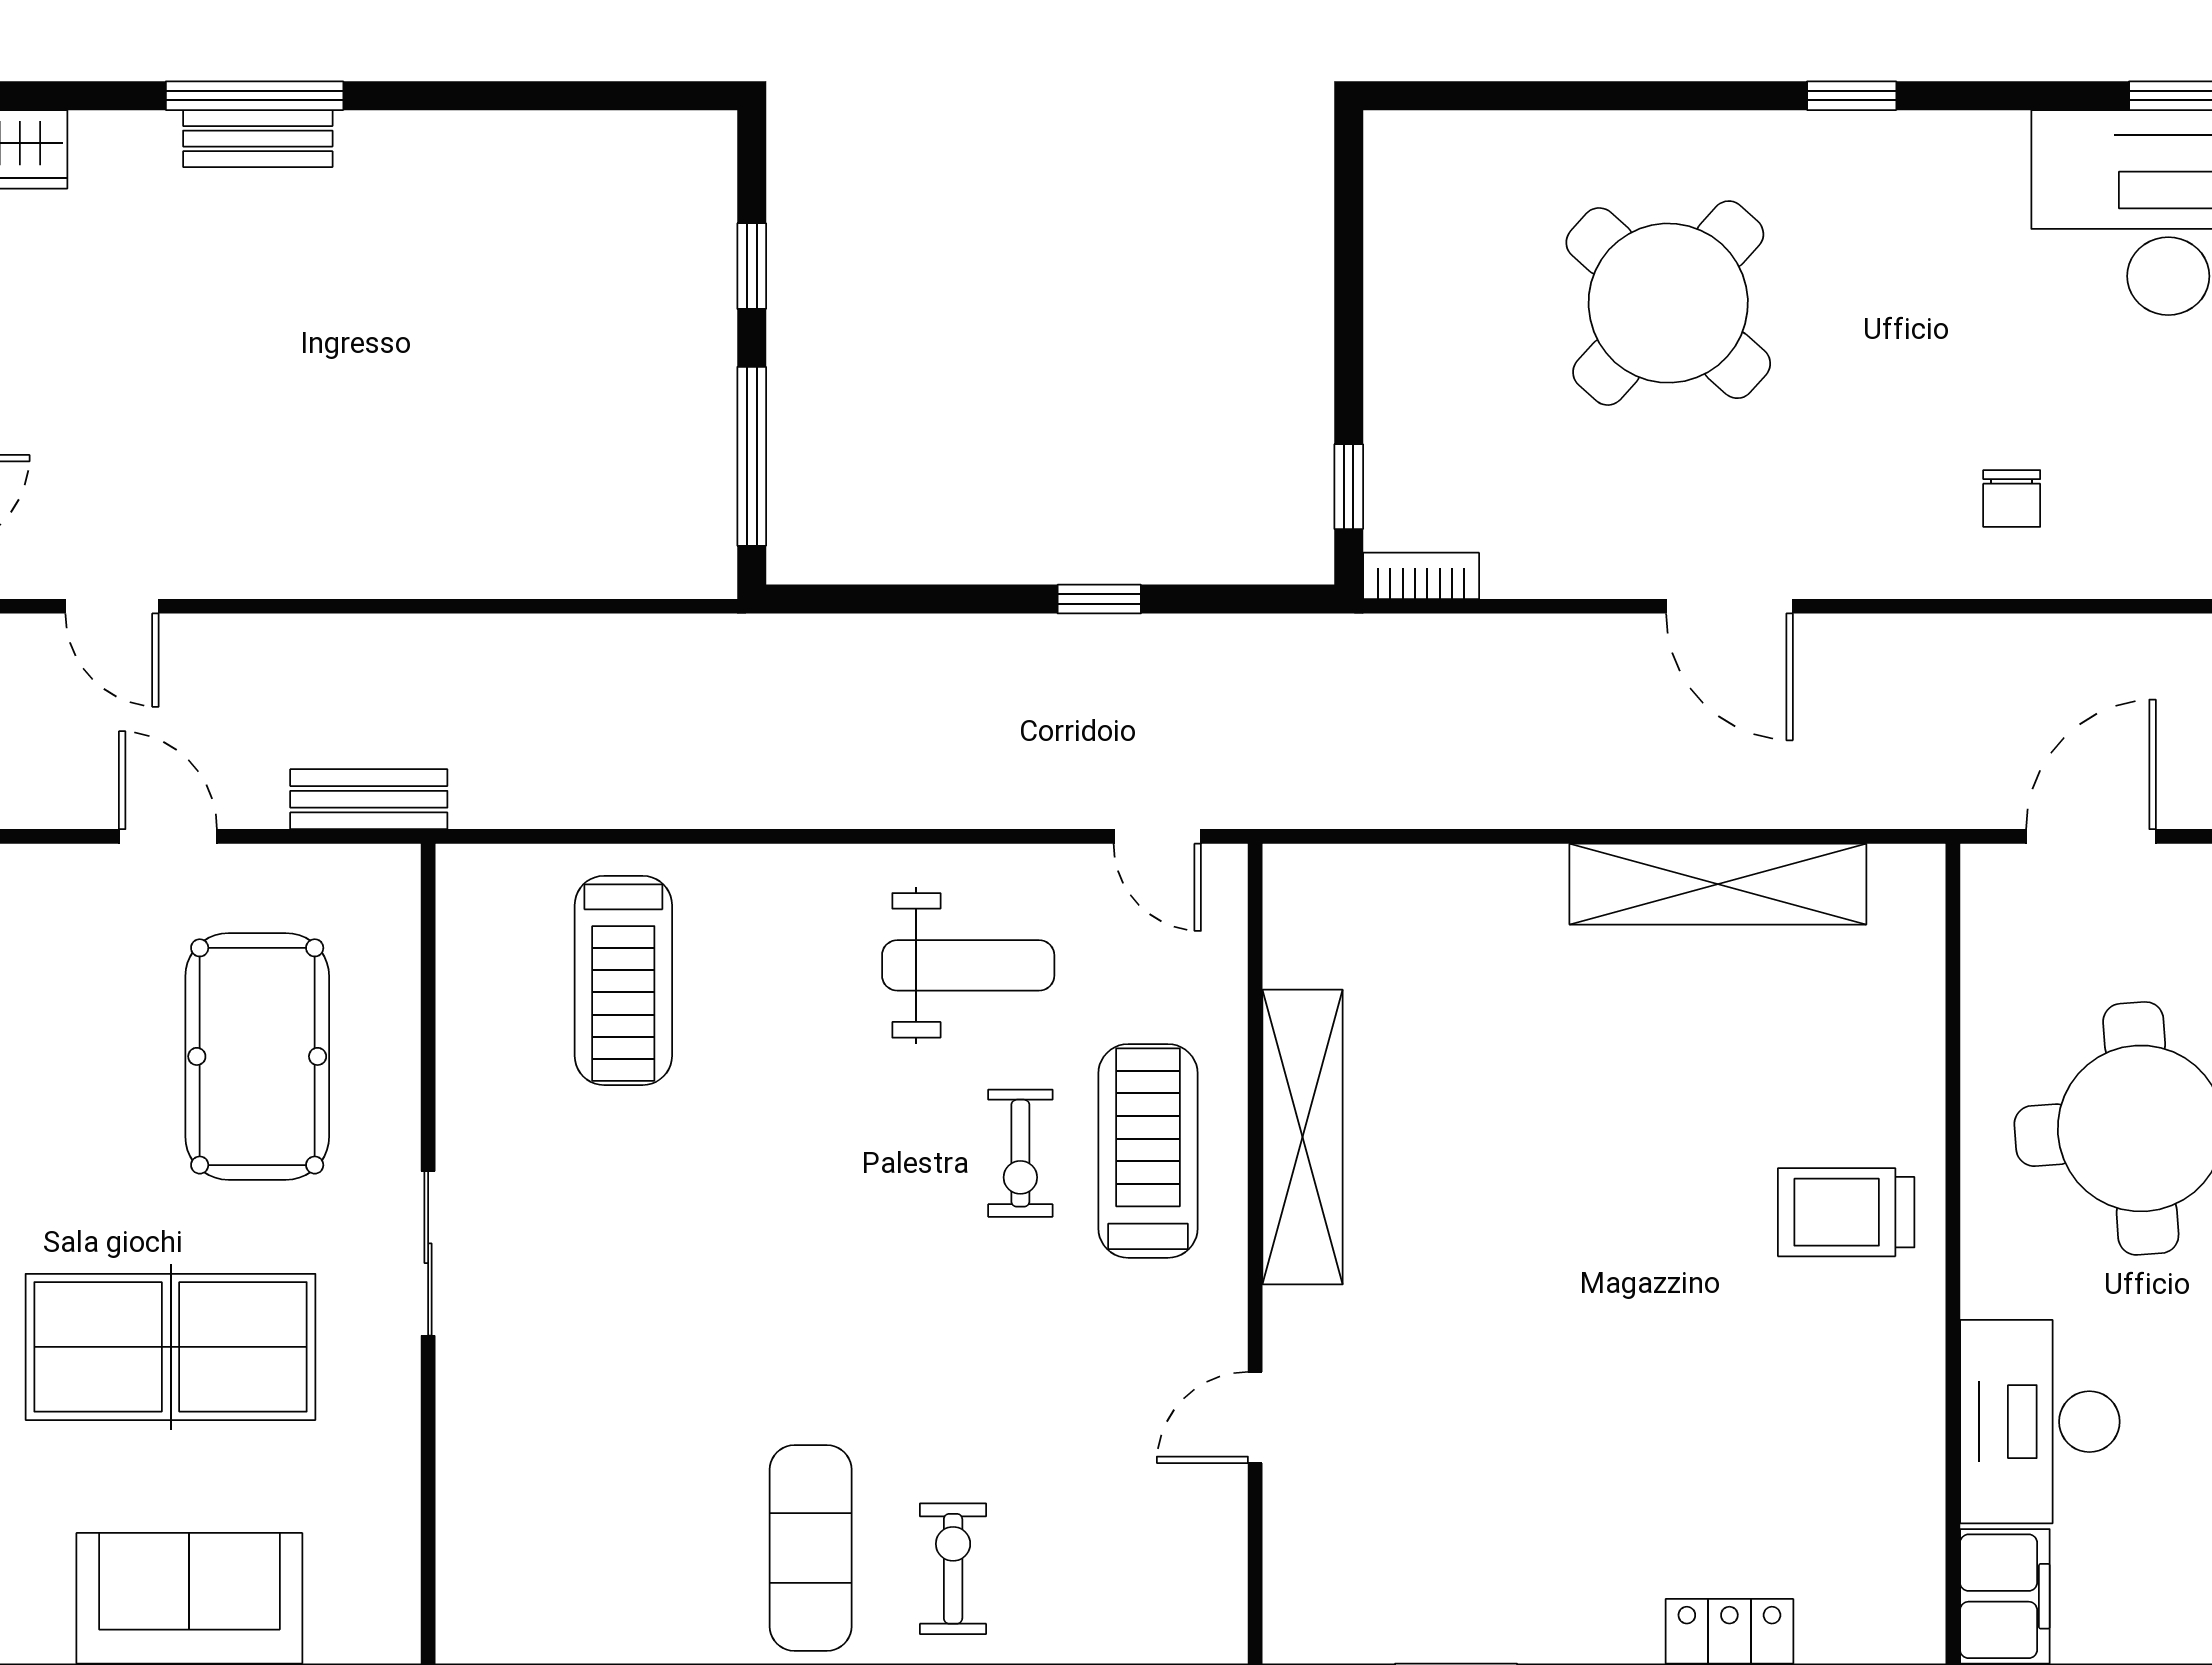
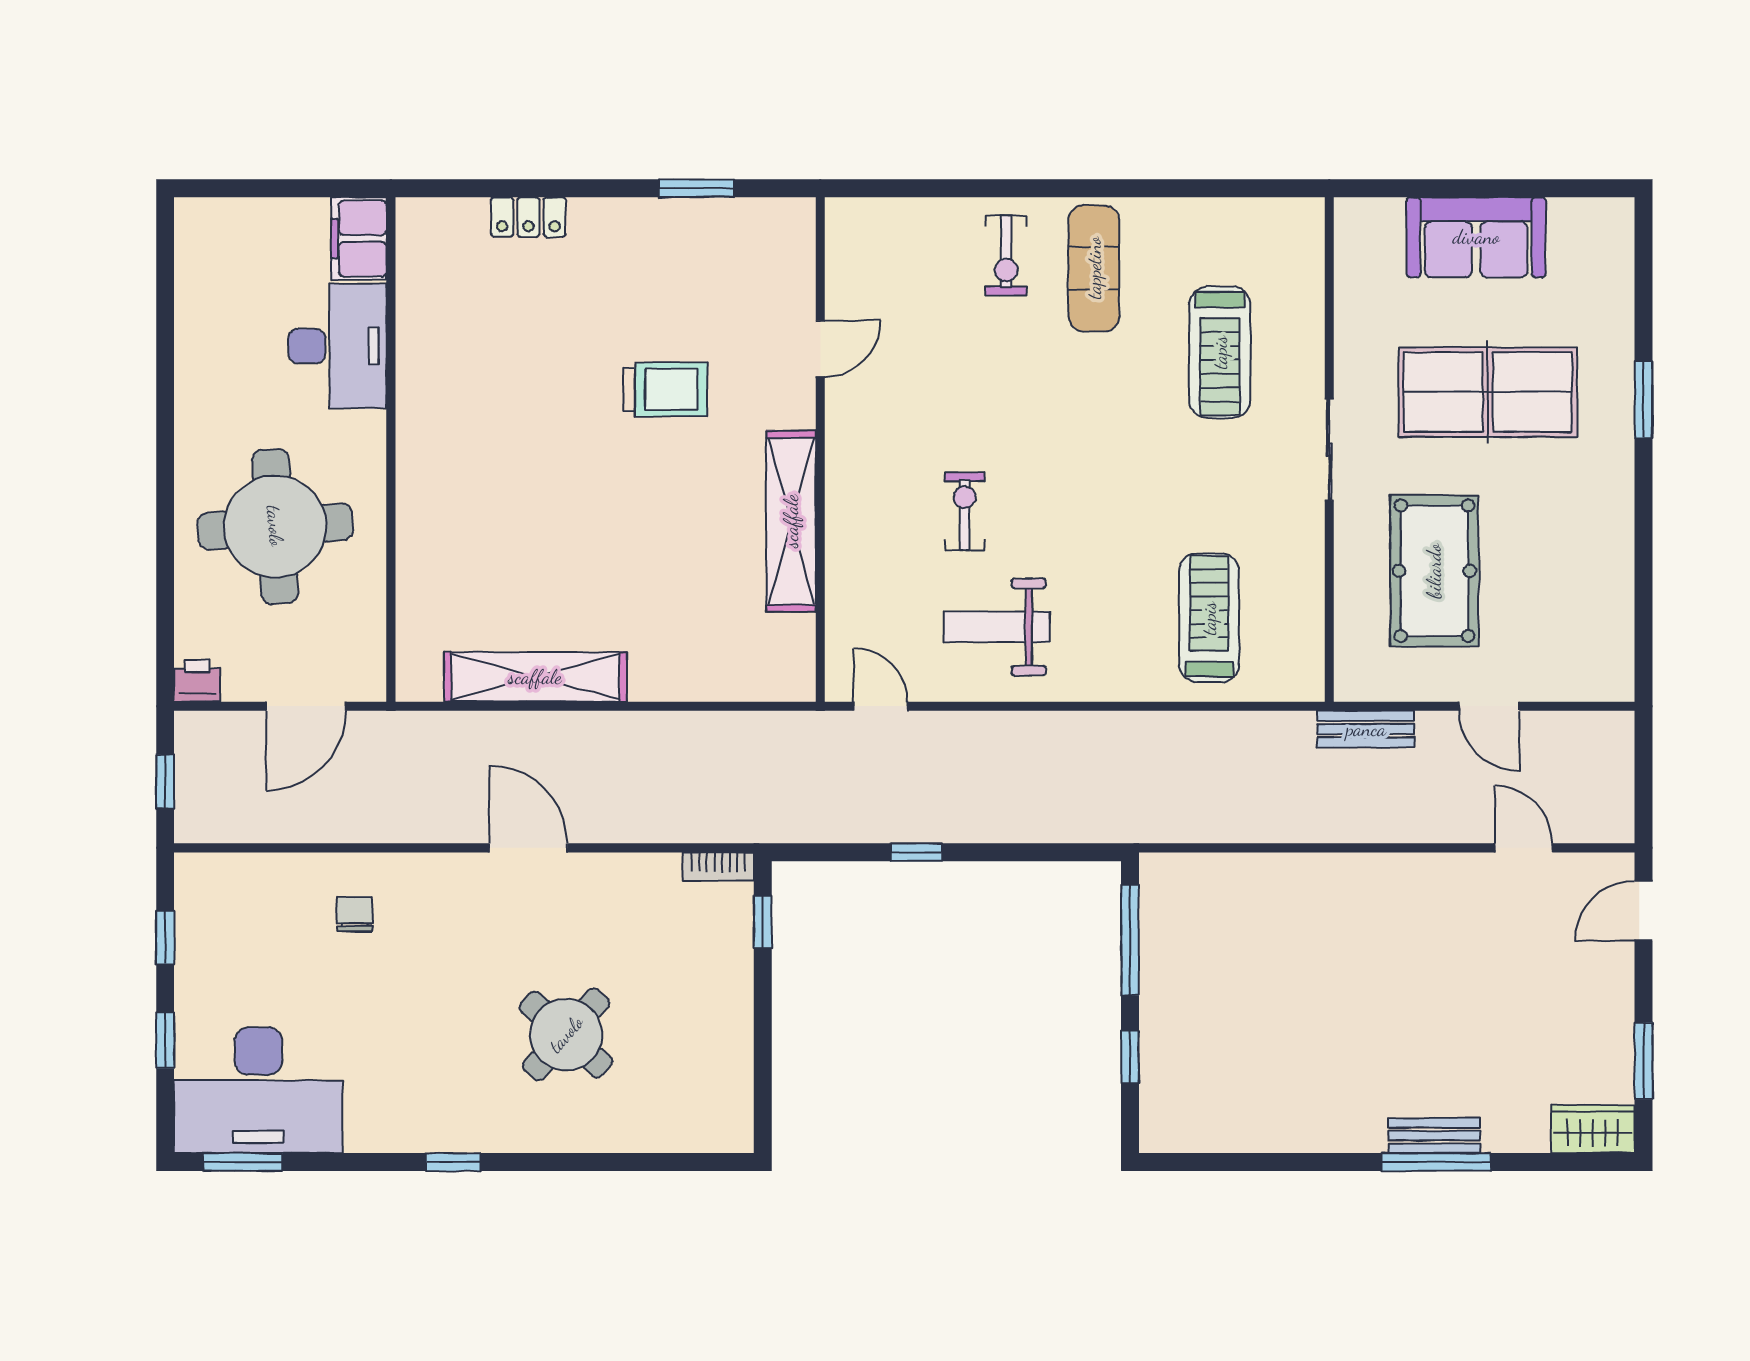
round table: (1668, 303) -> (566, 1034), width x0.73, depth x0.73
treadmill: (1148, 1151) -> (1220, 352), moved
trolley: (1846, 1212) -> (665, 389), moved

